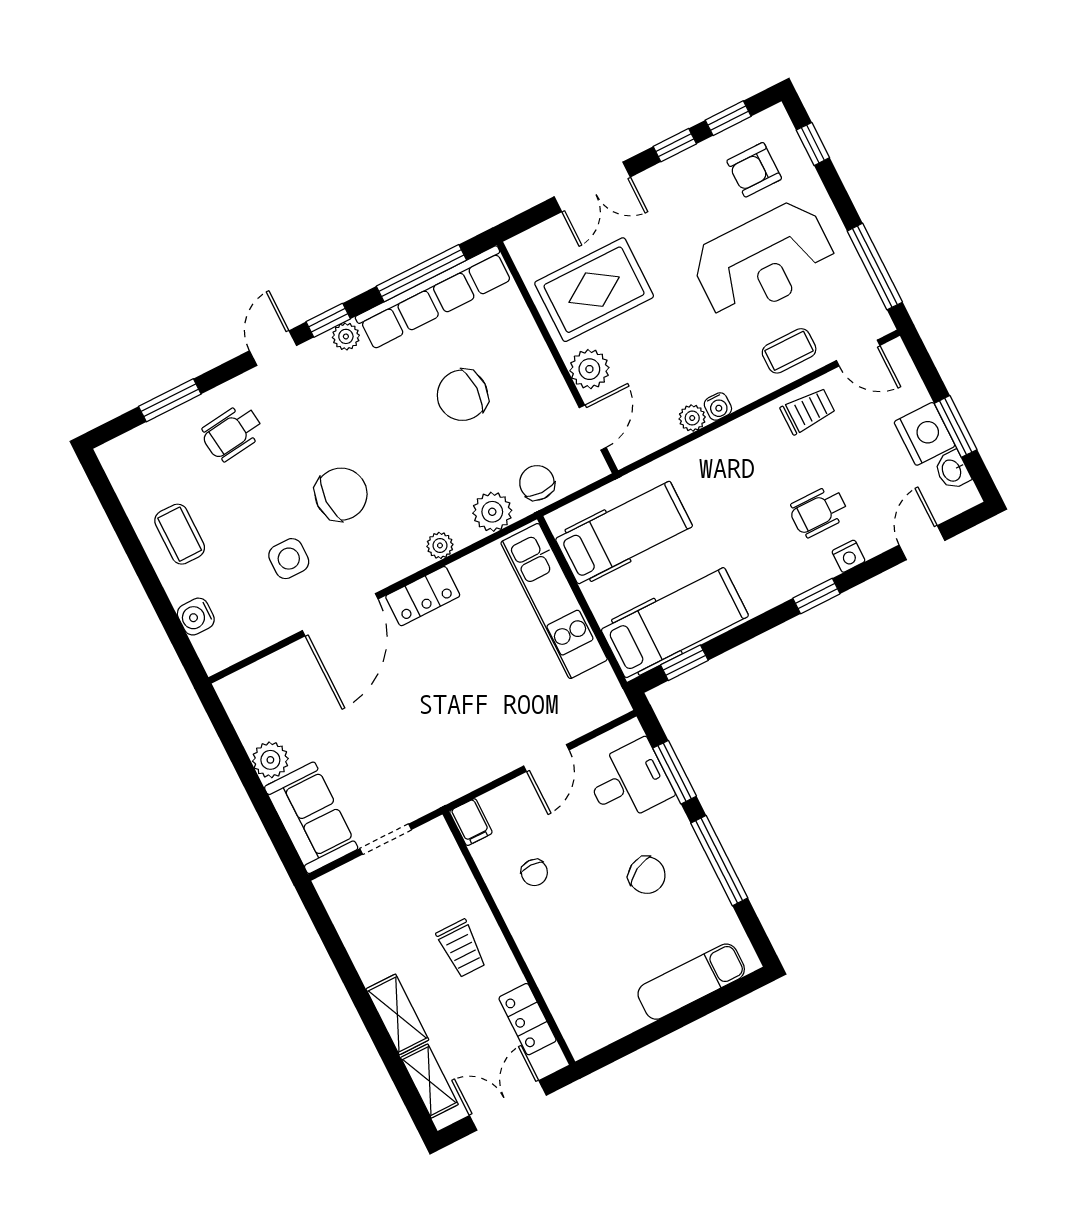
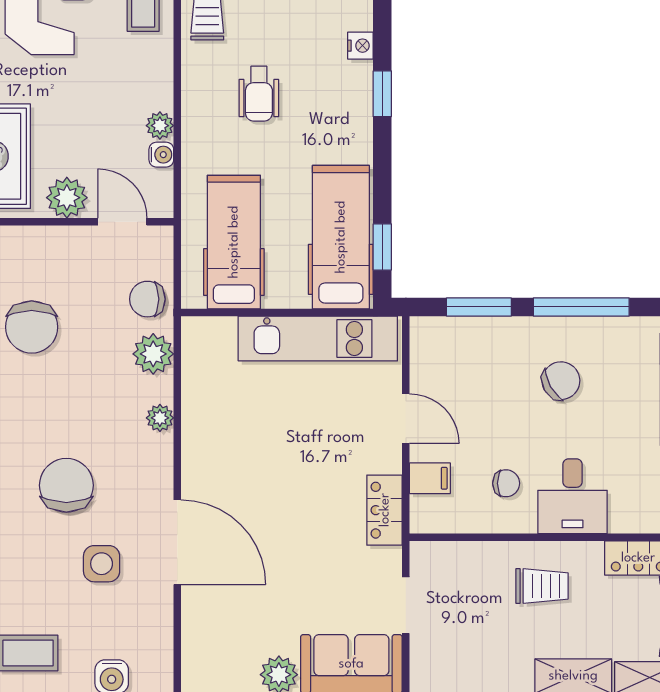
water cooler: (718, 407) -> (161, 155), moved
wheelchair: (819, 511) -> (259, 94), moved
locker: (423, 596) -> (385, 510), moved, turned 180
kitchen unit: (554, 601) -> (318, 338), moved
desk: (629, 781) -> (572, 496), moved, turned 180
filing cabinet: (471, 822) -> (430, 478), moved

